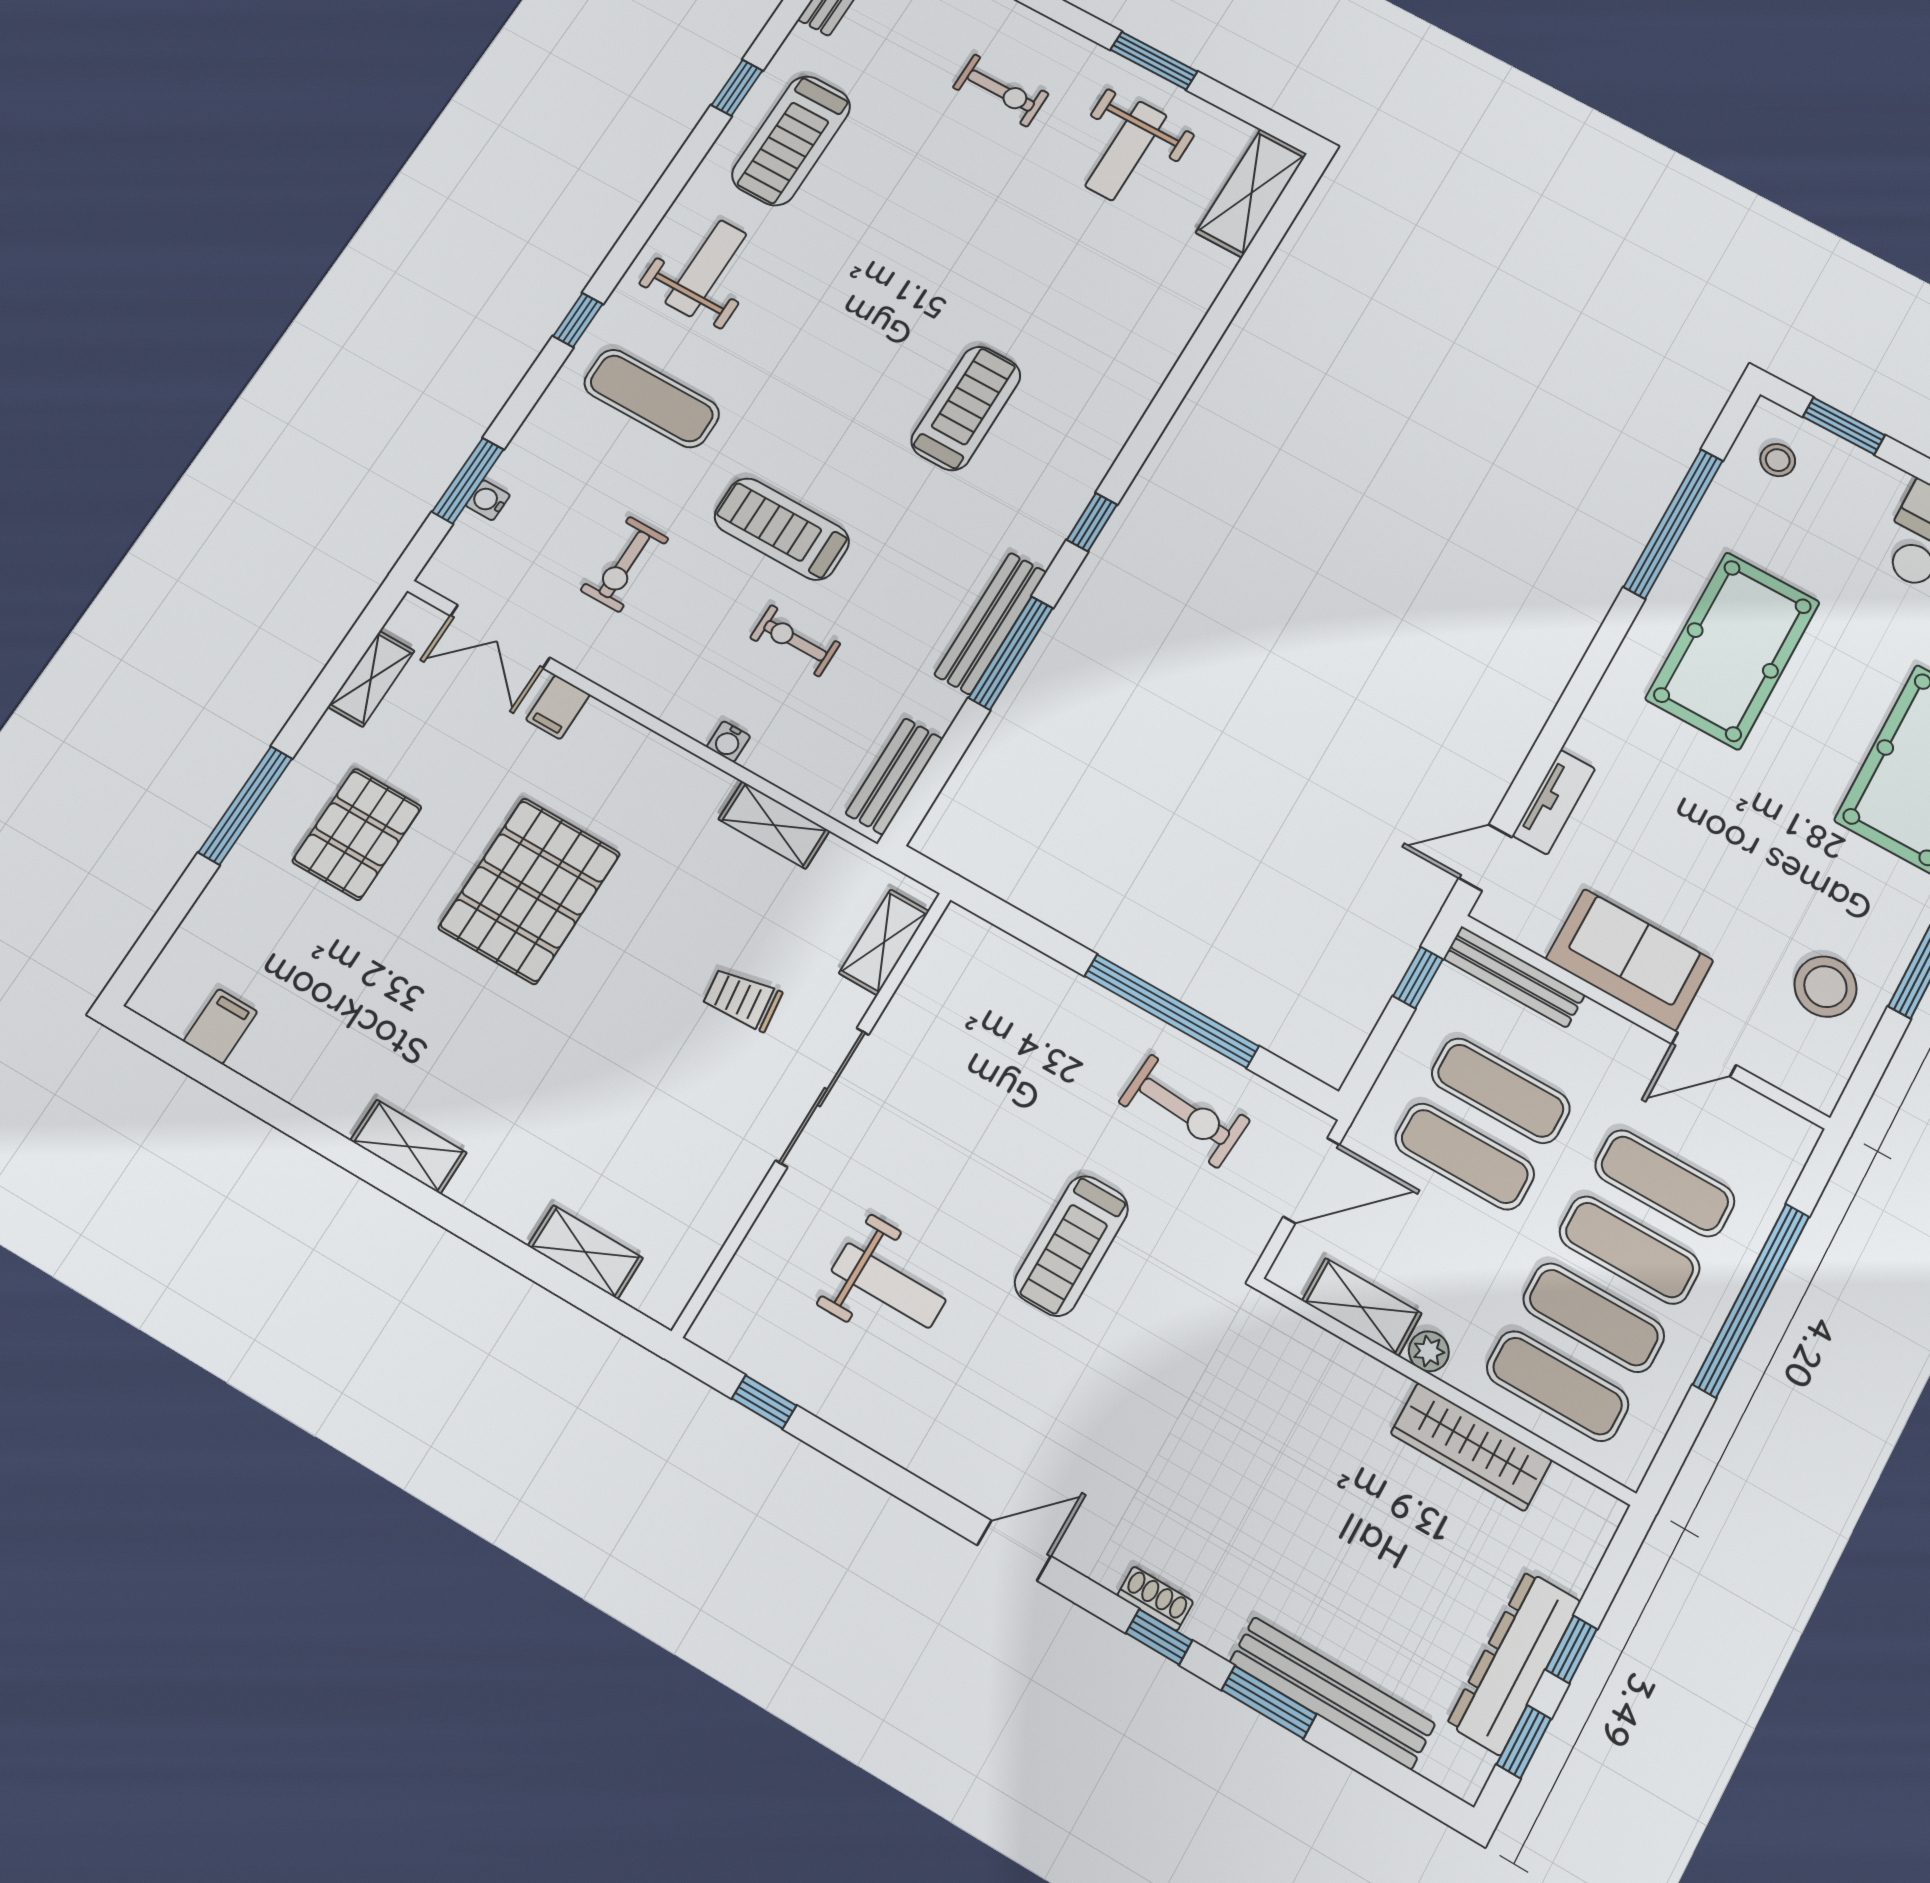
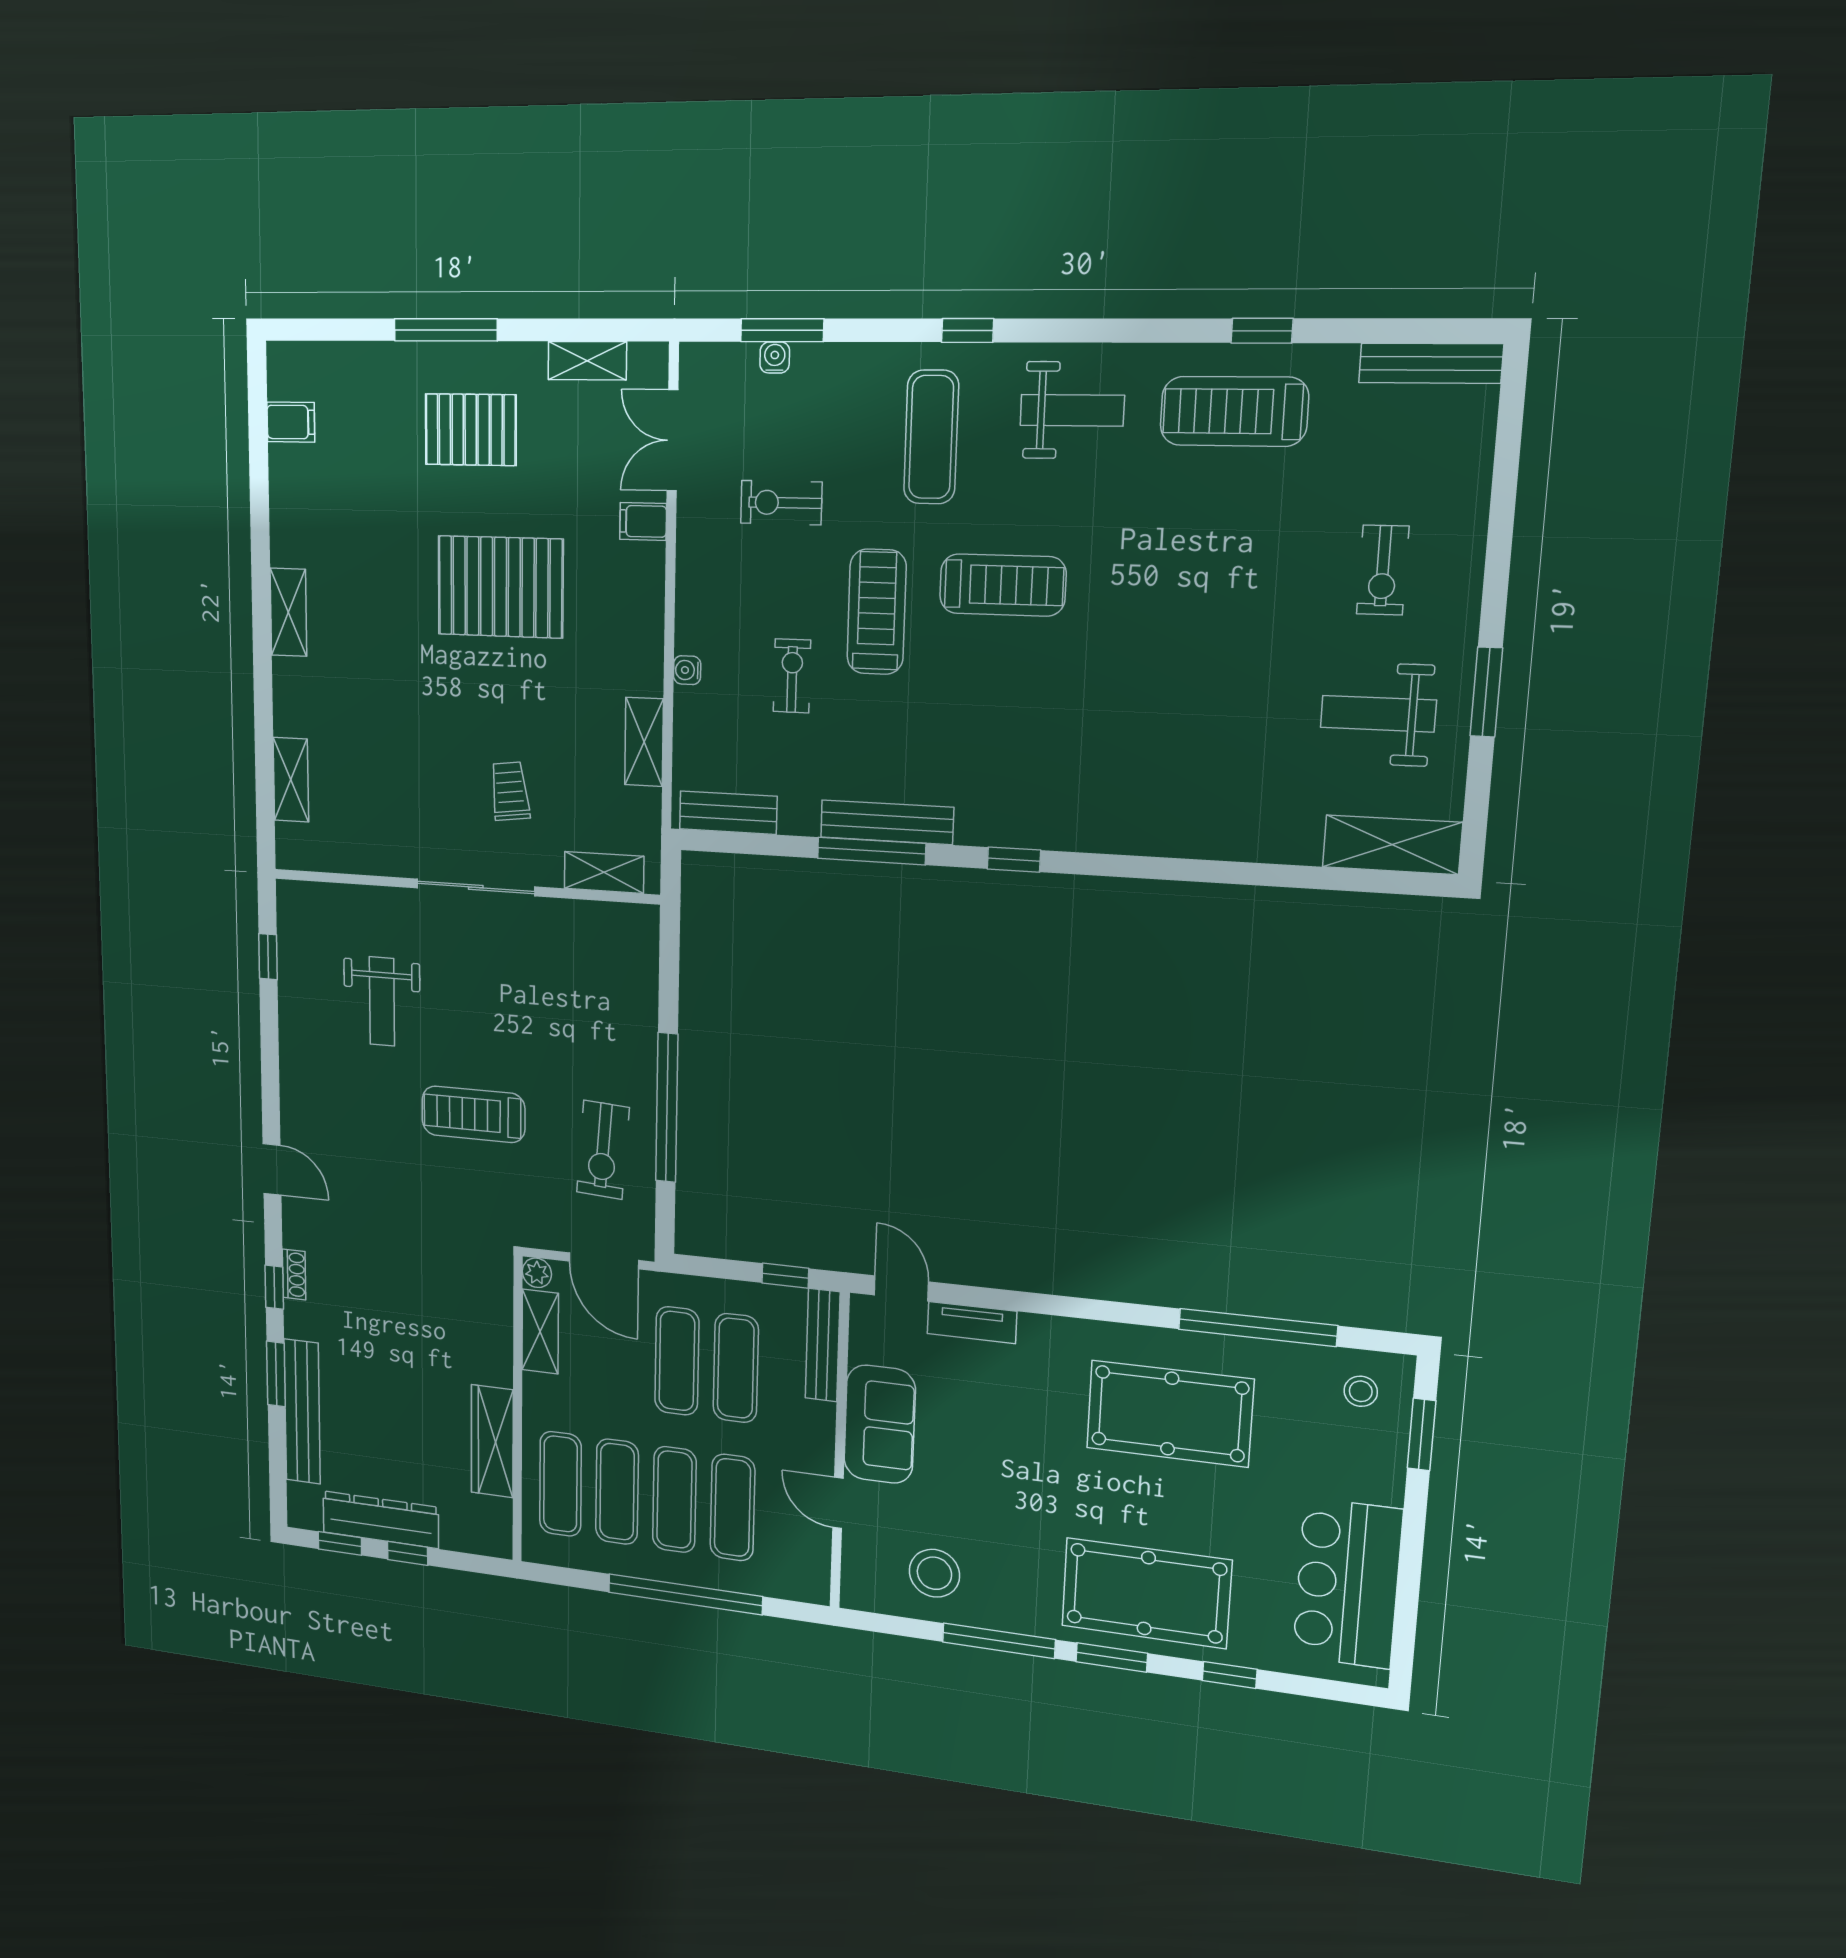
treadmill: (966, 408) -> (1003, 585), moved
plant: (1429, 1351) -> (537, 1273), moved

